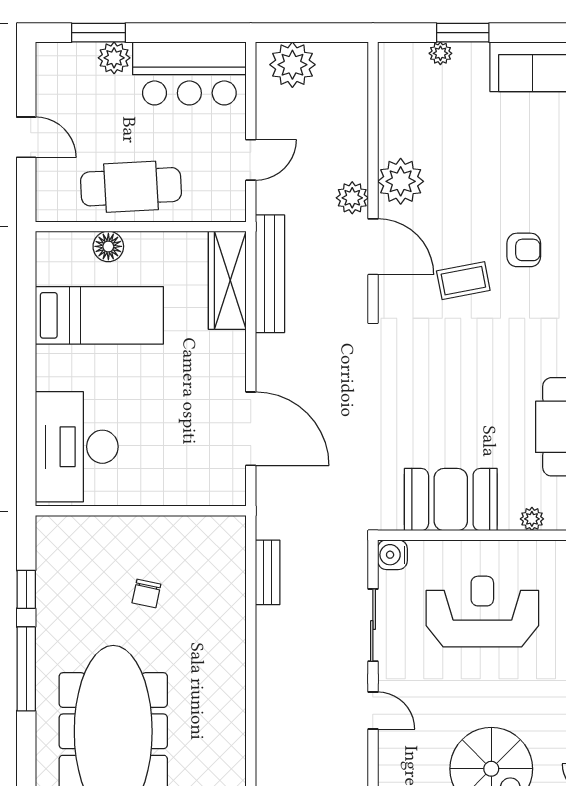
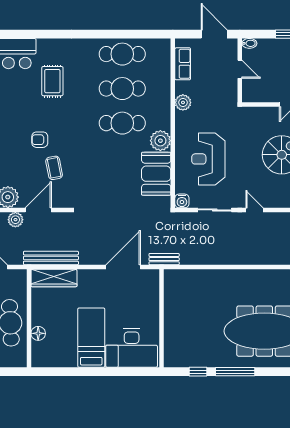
armchair: (524, 250) -> (40, 140), turned -90
bed: (99, 315) -> (91, 338), moved
plant: (532, 519) -> (160, 141), width x1.87, depth x1.87
bench: (268, 572) -> (164, 259), moved
chair: (146, 593) -> (200, 316), removed
door: (373, 711) -> (255, 210), hinge flipped

